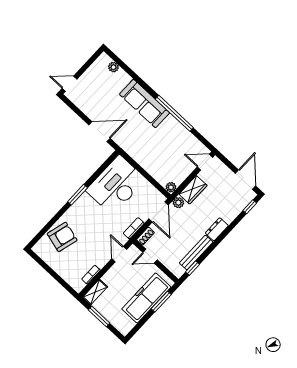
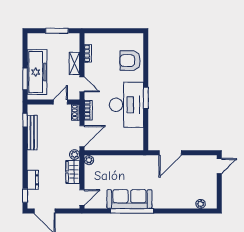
sofa: (144, 104) -> (129, 199), moved
desk: (116, 185) -> (127, 105), moved
door: (159, 212) -> (82, 136), swing flipped
dresser: (217, 229) -> (33, 180), moved
armchair: (62, 237) -> (130, 61), turned 75
shelving: (95, 292) -> (74, 63), moved

